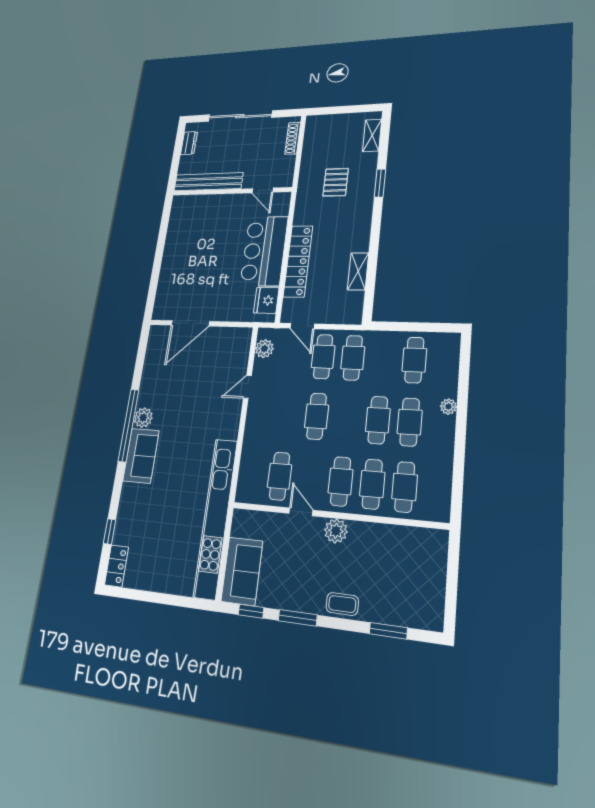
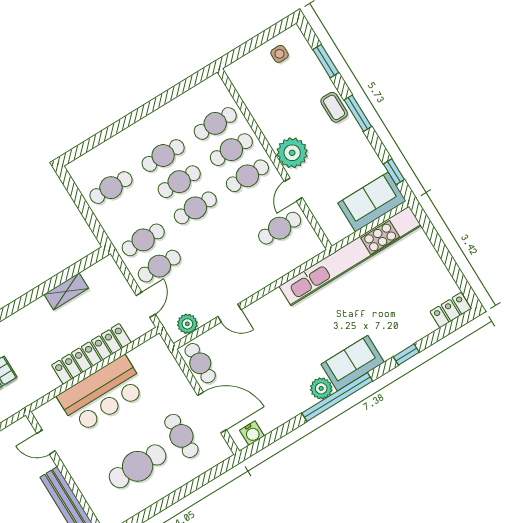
door: (263, 190) -> (46, 442), swing flipped
cafe table: (197, 245) -> (138, 466), added
cafe table: (192, 290) -> (181, 436), added
fridge: (266, 300) -> (145, 356), removed
cafe table: (230, 339) -> (200, 363), added
water cooler: (155, 343) -> (252, 433), added
plant: (448, 407) -> (130, 134), removed
cafe table: (317, 416) -> (195, 208), moved
plant: (336, 531) -> (292, 153), width x1.36, depth x1.36
window: (110, 532) -> (406, 355), moved
side table: (425, 593) -> (280, 54), added
window: (298, 618) -> (358, 113), moved

